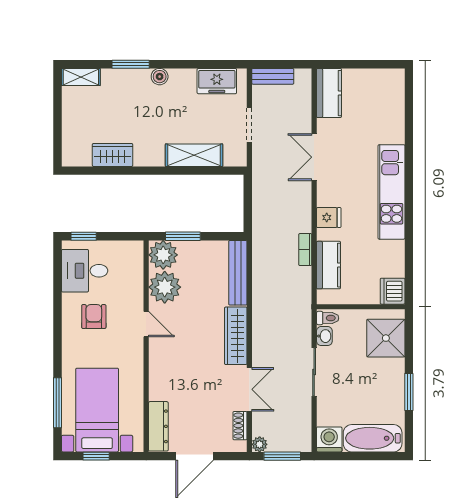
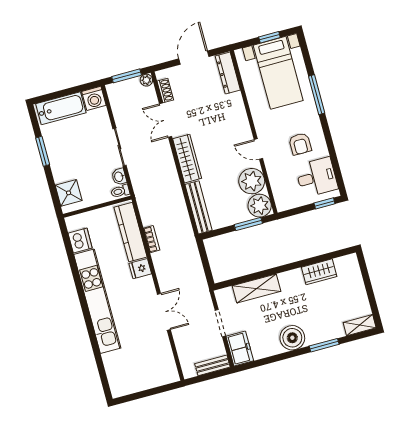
boiler: (160, 77) -> (292, 338), width x1.86, depth x1.86
freezer: (217, 81) -> (240, 348), moved, turned 90
kitchen counter: (329, 93) -> (166, 364), removed
kitchen unit: (391, 192) -> (97, 301), width x1.36
kitchen counter: (329, 265) -> (131, 232), width x1.50
dishwasher: (393, 291) -> (80, 241), moved
shower: (386, 338) -> (69, 193), width x0.73, depth x0.73
window: (58, 403) -> (317, 95), moved

